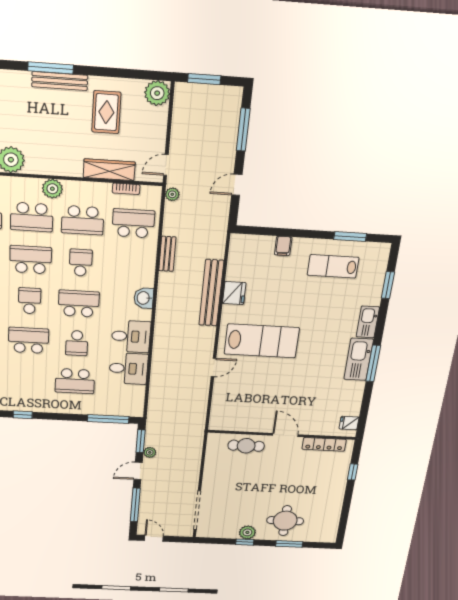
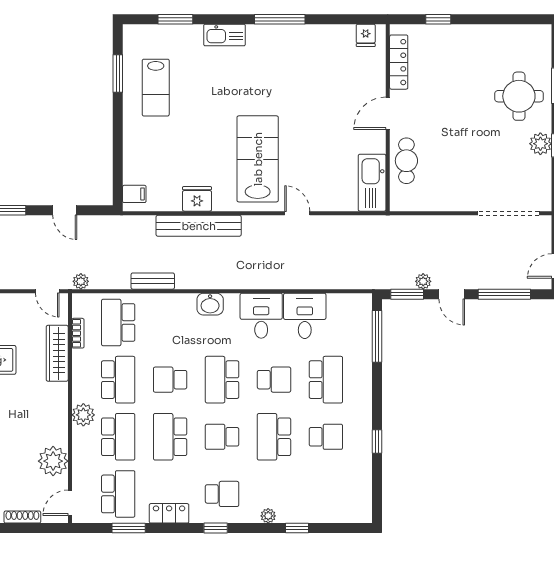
filing cabinet: (283, 246) -> (134, 194), moved
kitchen sink: (359, 359) -> (372, 183), moved, turned 90
school desk: (28, 379) -> (326, 437), added

